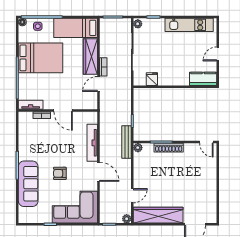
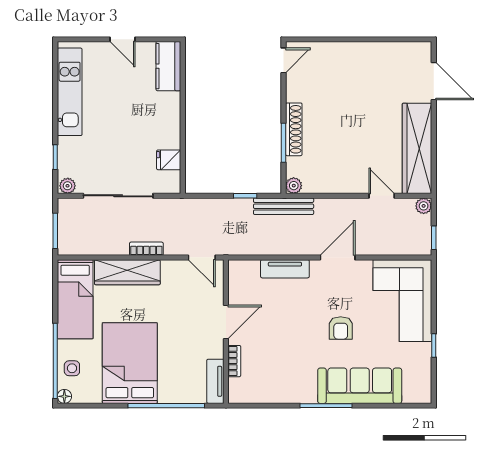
door: (98, 84) -> (202, 257), moved
tv unit: (92, 143) -> (285, 269), width x0.71

